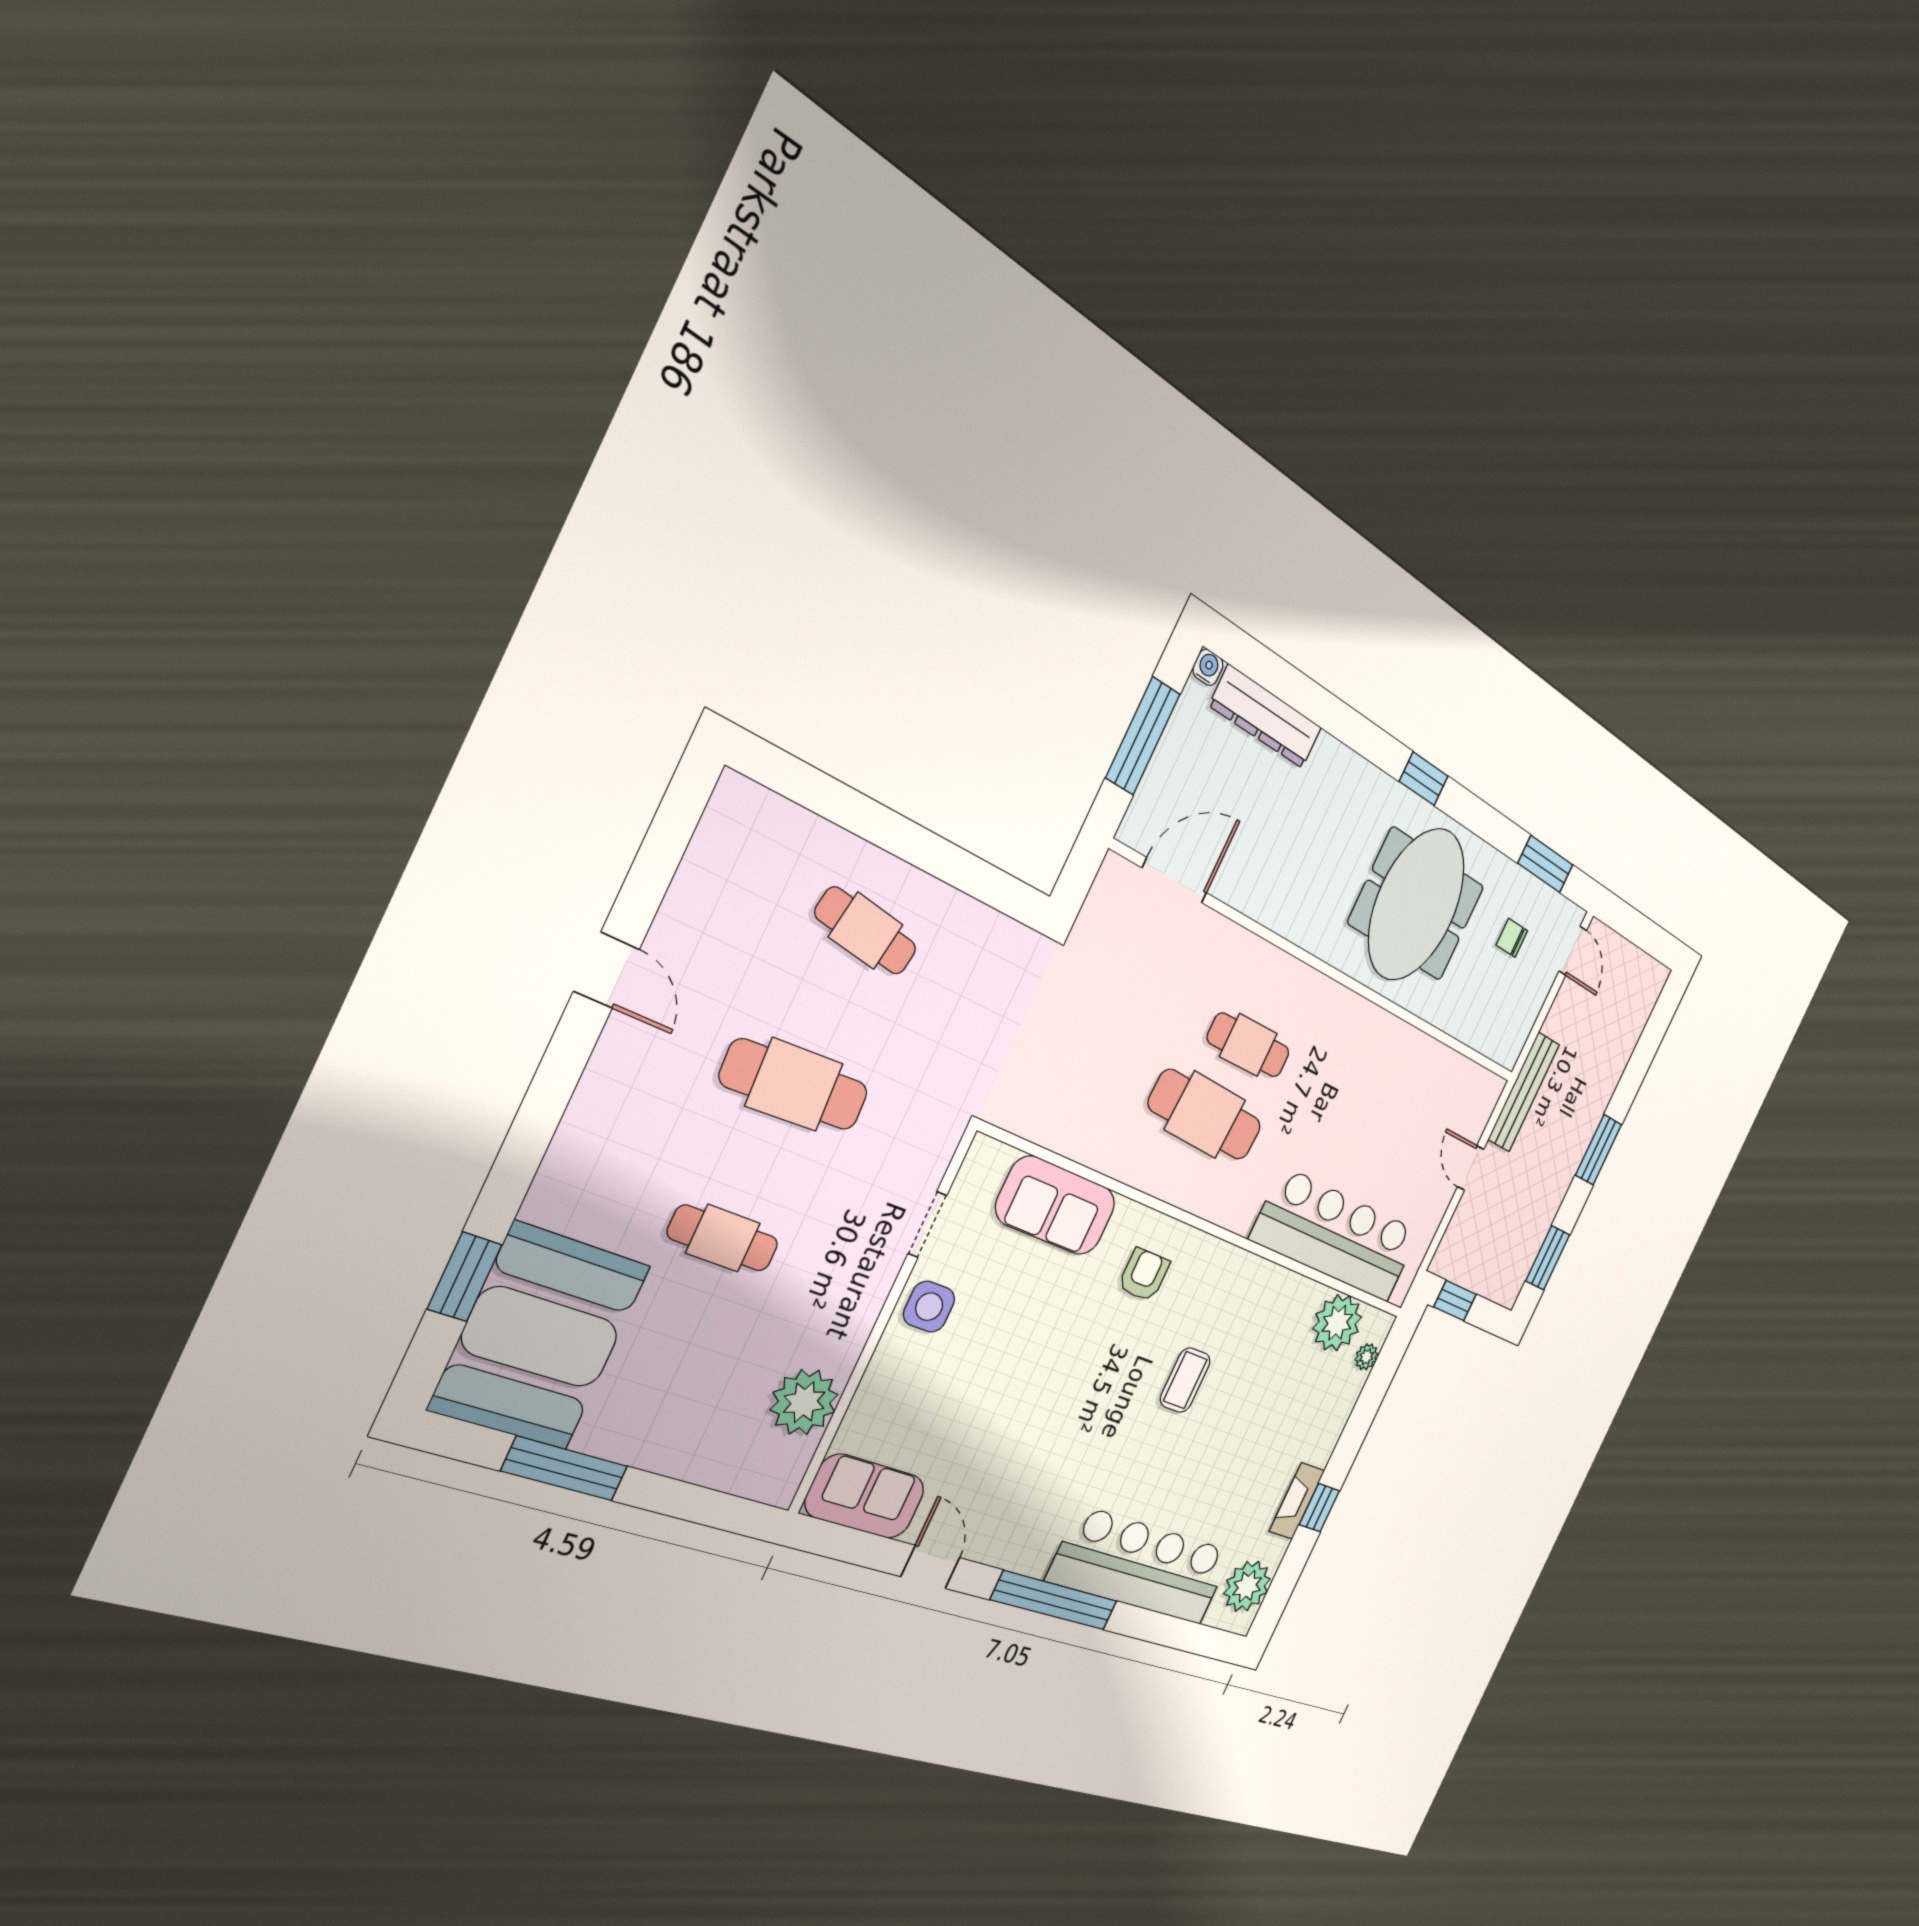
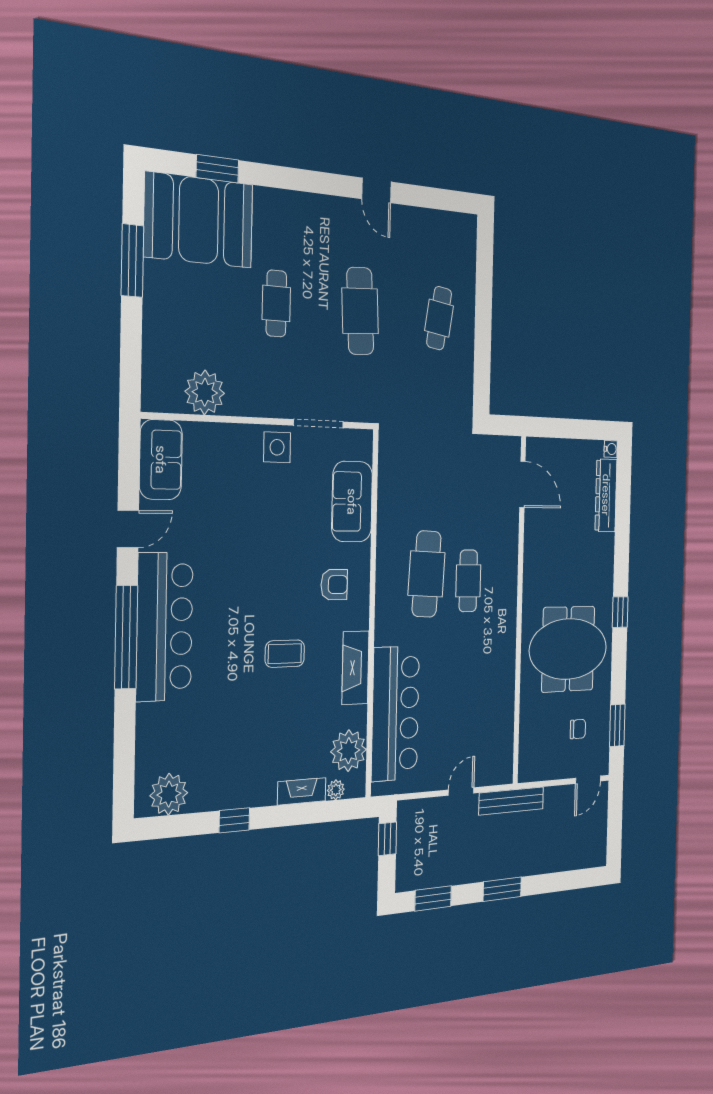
window: (1143, 736) -> (571, 429), removed
chair: (1512, 938) -> (578, 729), turned 90
door: (606, 970) -> (376, 190), hinge flipped
doorway: (927, 1224) -> (319, 424), width x1.38
fireplace: (1255, 1278) -> (355, 668), added
fireplace: (1297, 1501) -> (302, 791), moved
bar counter: (1141, 1566) -> (165, 627), moved

